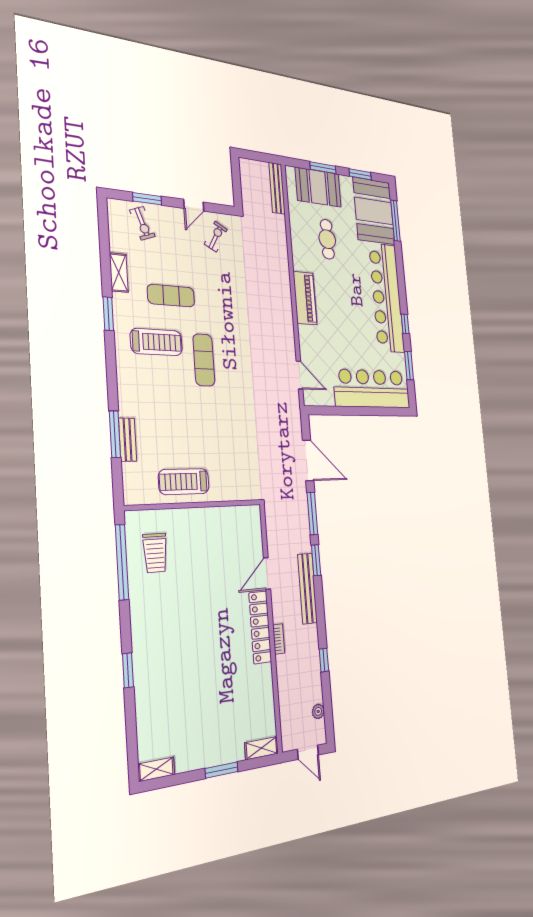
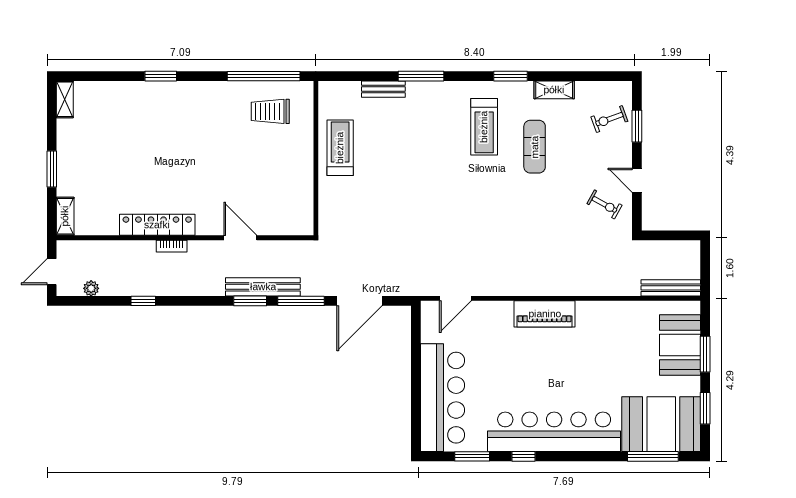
cafe table: (327, 239) -> (618, 352), removed
exercise mat: (204, 360) -> (468, 180), removed
window: (115, 434) -> (421, 76), moved
bench: (307, 588) -> (263, 287), moved
locker: (260, 627) -> (157, 225), moved

